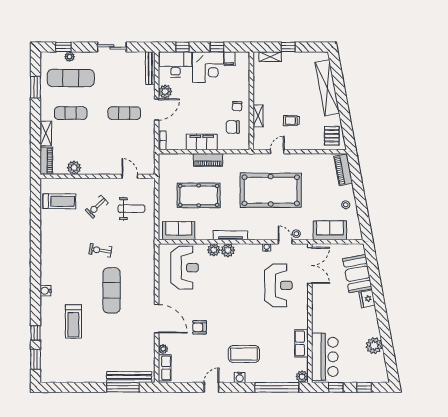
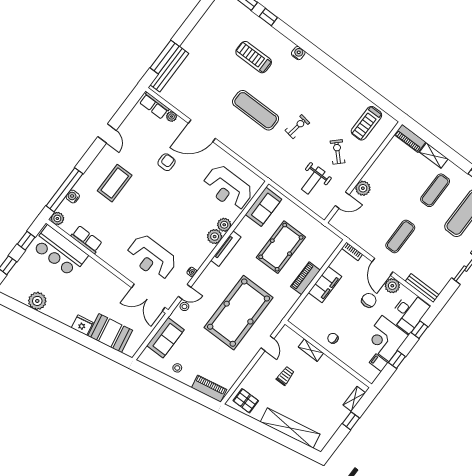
chair: (233, 127) -> (369, 300), moved
plant: (74, 168) -> (363, 188), moved
water cooler: (240, 377) -> (73, 197), moved

